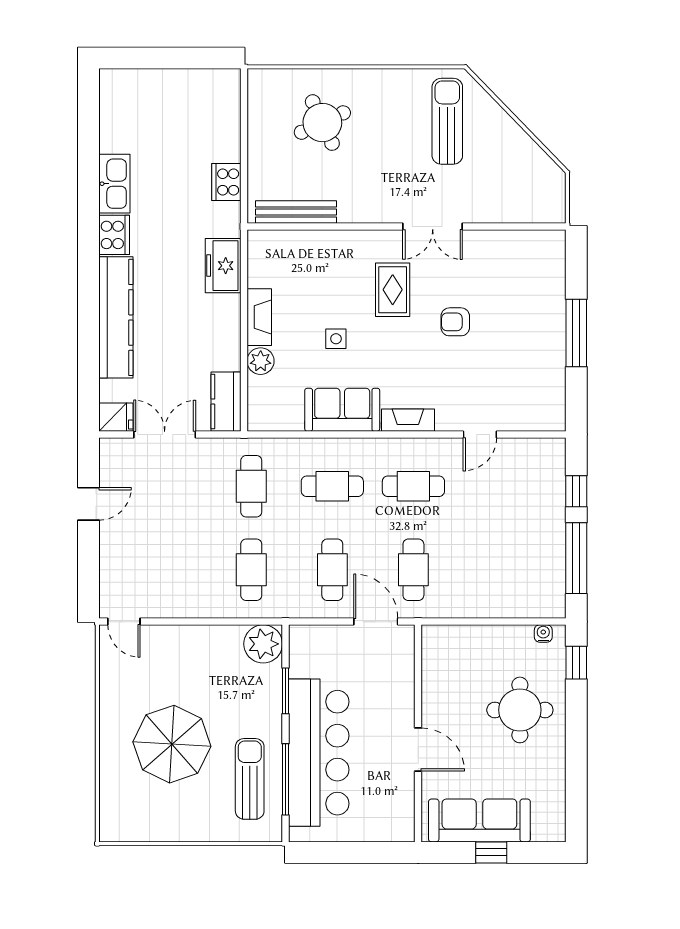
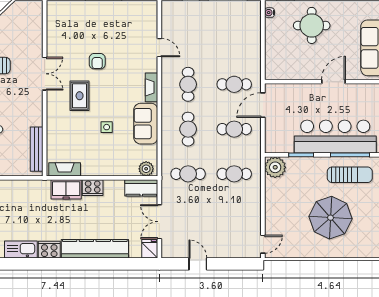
cooker: (226, 182) -> (93, 188), moved
rug: (393, 290) -> (80, 96), turned 90
fireplace: (259, 317) -> (65, 169), moved
plant: (261, 361) -> (146, 169), moved
sun lounger: (250, 779) -> (350, 175), turned 180

